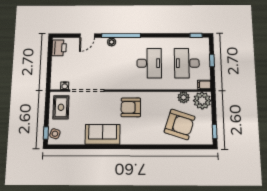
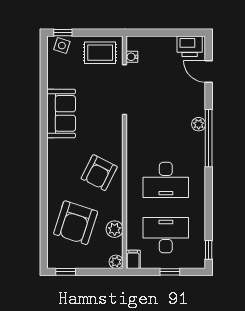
door: (87, 36) -> (209, 72), moved
plant: (202, 101) -> (116, 262), width x0.53, depth x0.53
armchair: (131, 107) -> (99, 173), moved, turned -153

